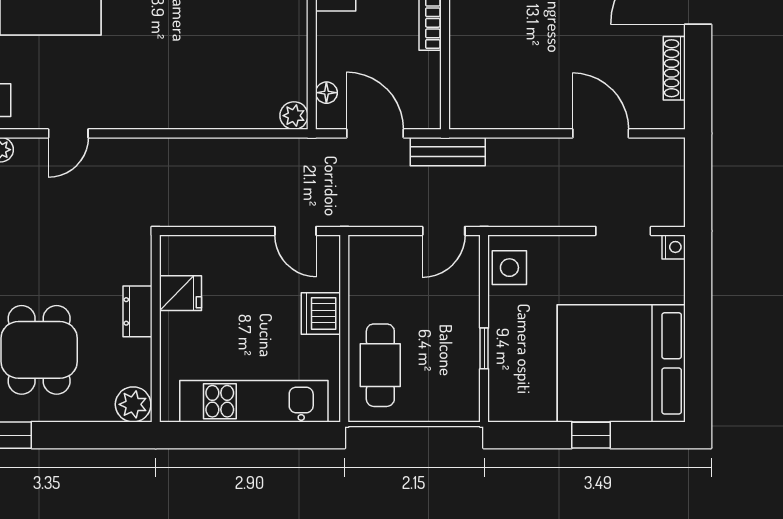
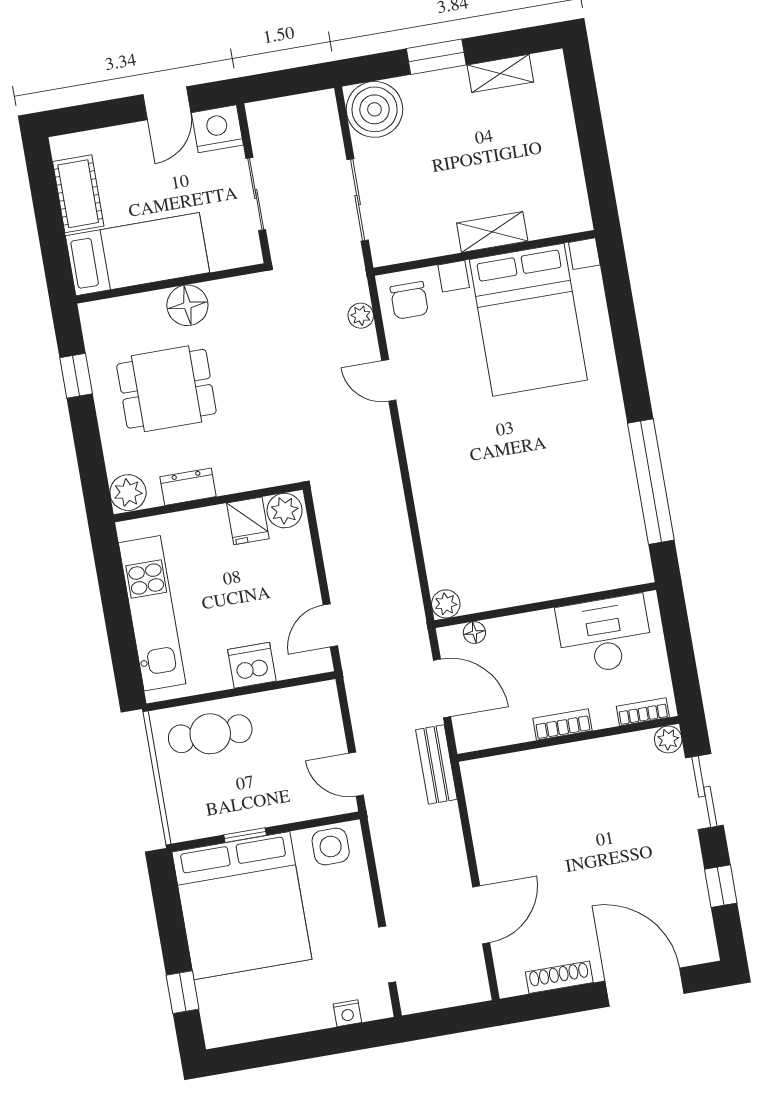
door: (375, 133) -> (442, 688), hinge flipped
nightstand: (674, 247) -> (347, 1013), moved
plant: (177, 256) -> (285, 511), added
dresser: (137, 311) -> (188, 487), moved
bed: (621, 363) -> (242, 906), moved, turned 180
window: (591, 435) -> (183, 992), moved

